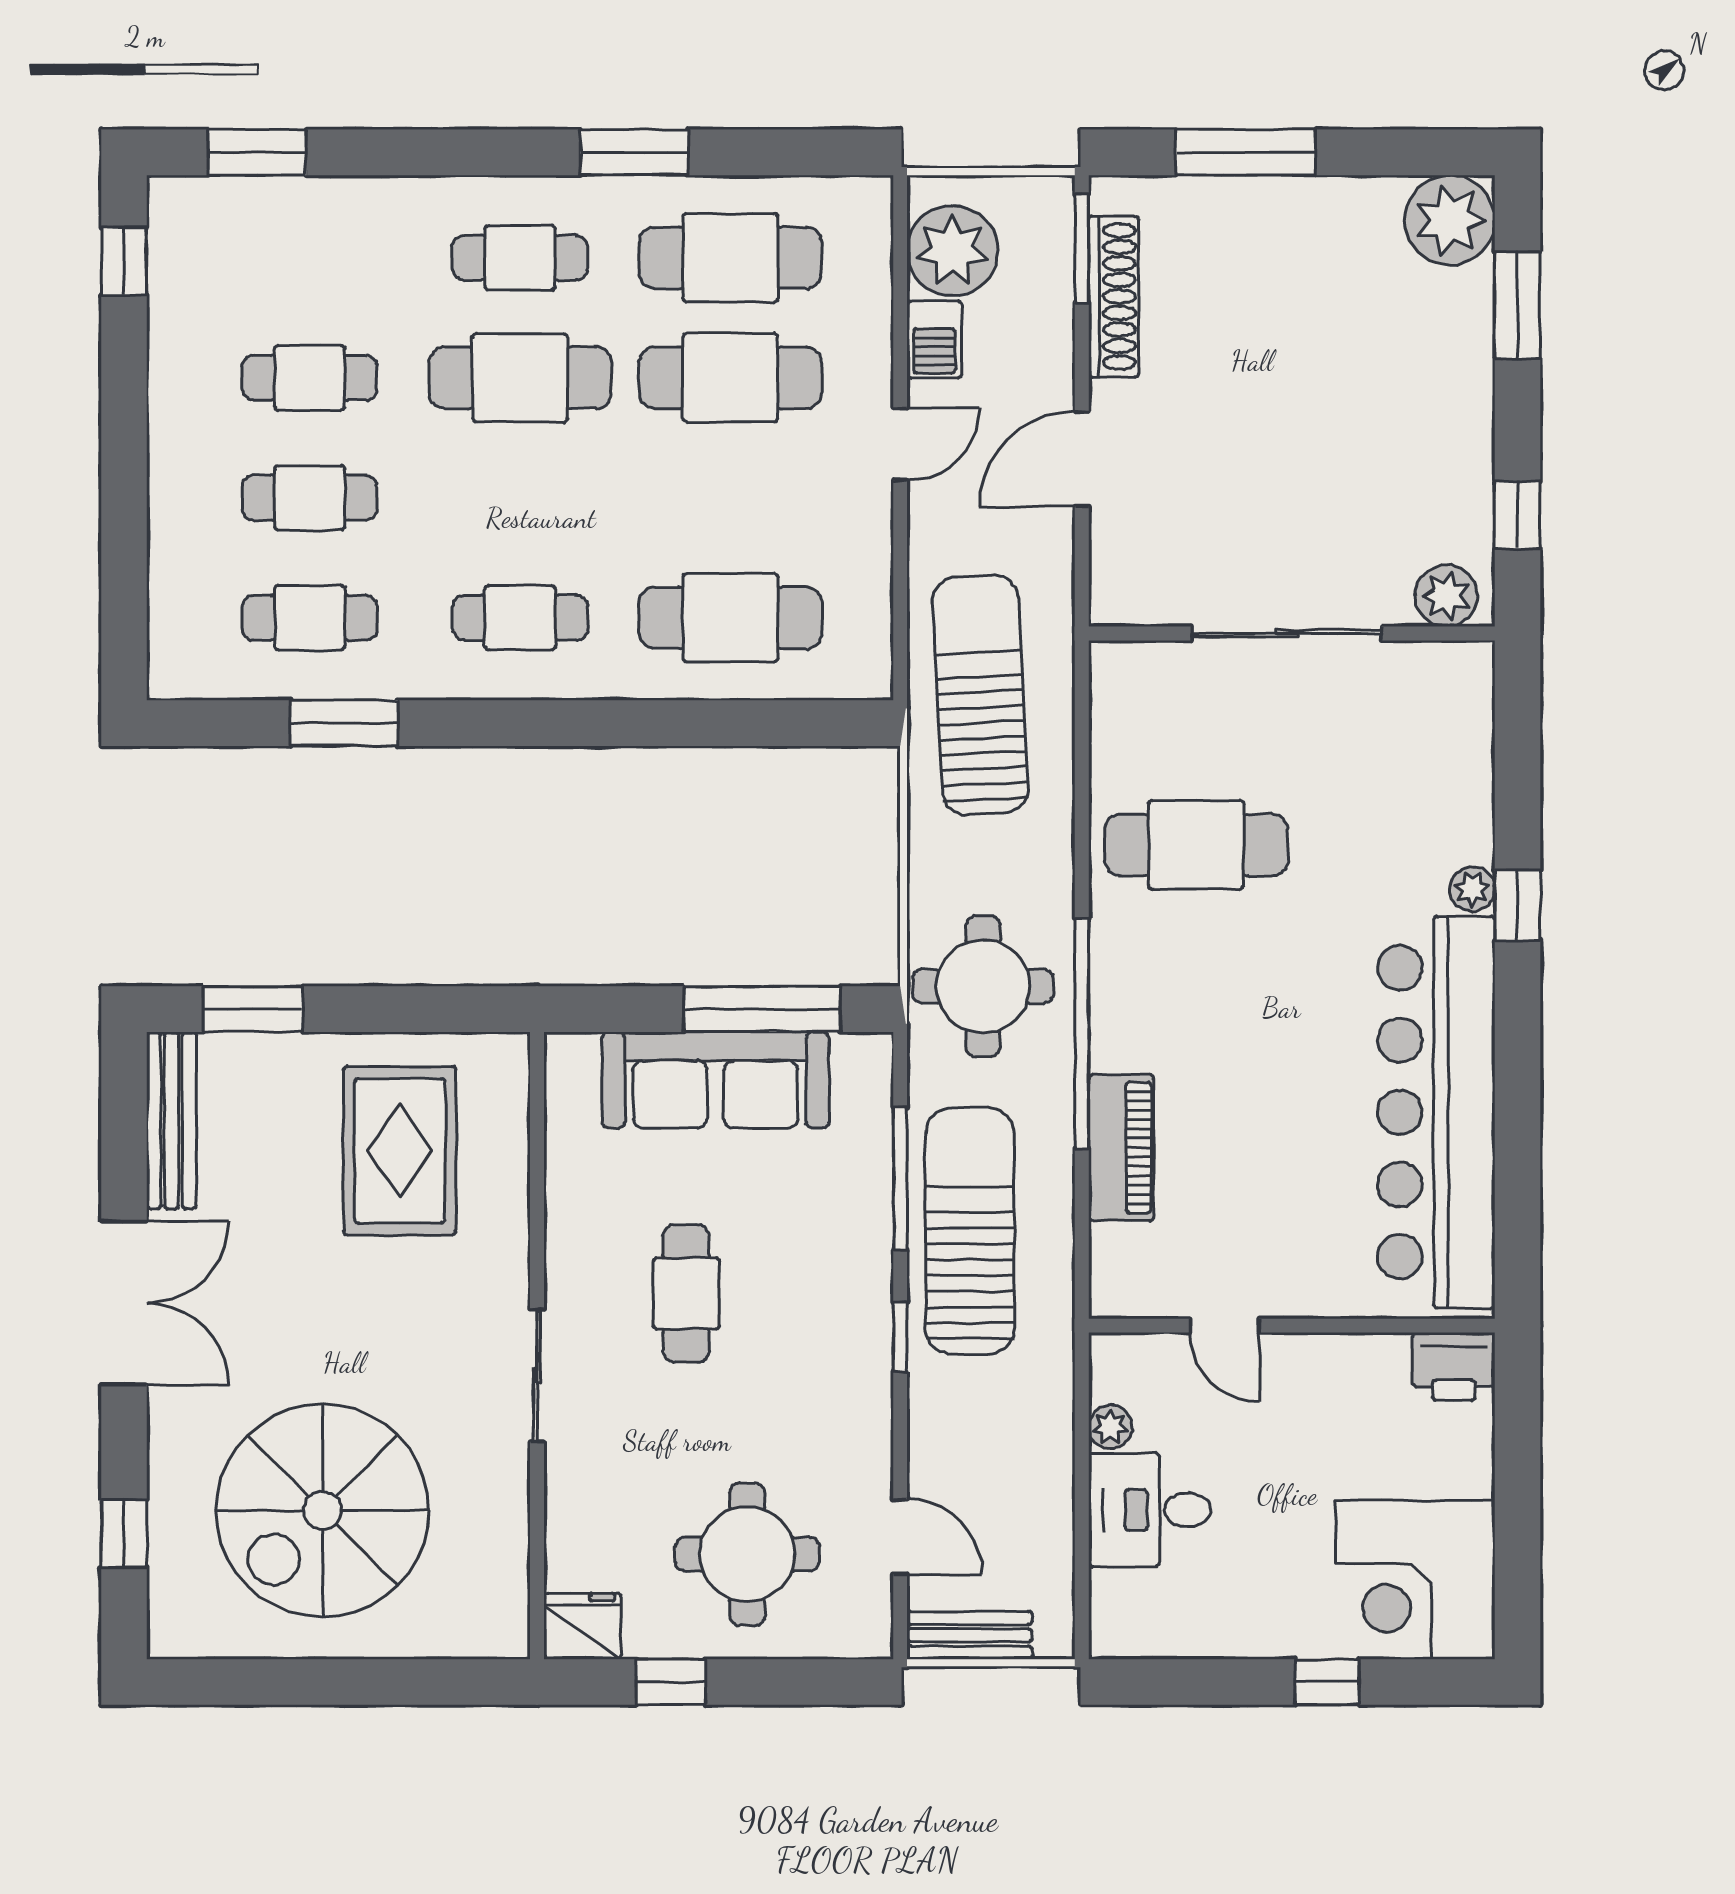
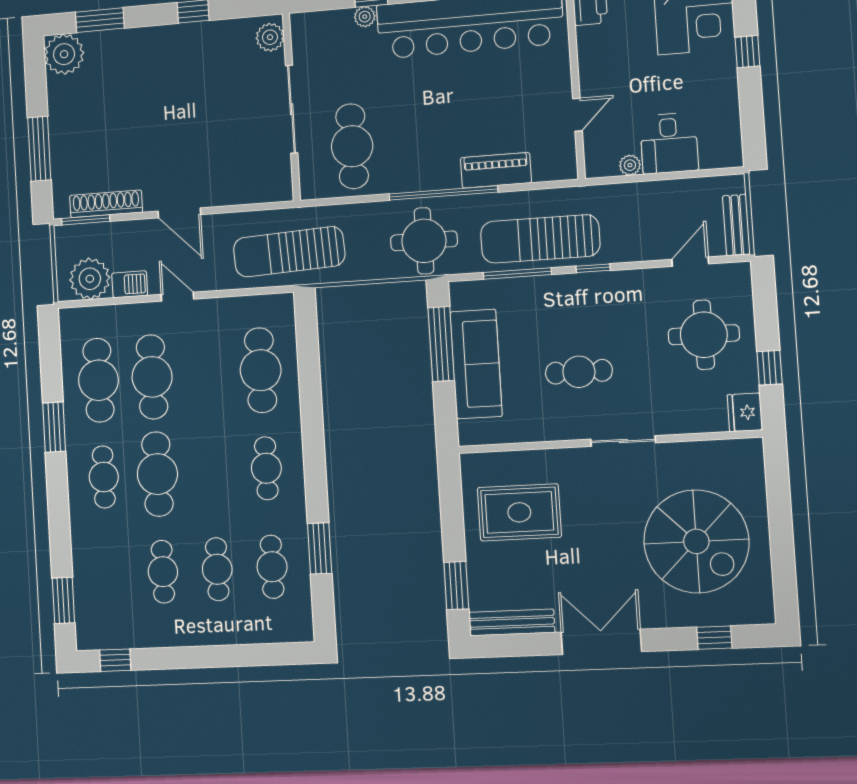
plant: (1446, 596) -> (270, 37), moved
sliding door: (1287, 633) -> (292, 109), moved
wall: (1292, 633) -> (291, 107), moved

